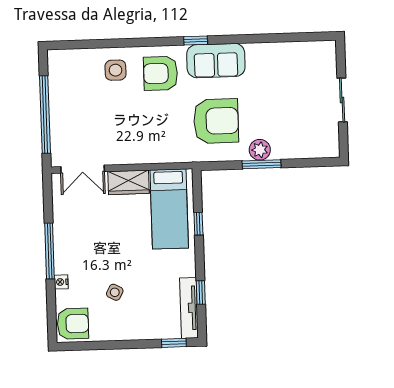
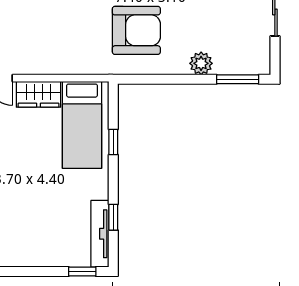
plant: (260, 150) -> (201, 63), moved
window: (262, 164) -> (238, 79), moved
side table: (115, 292) -> (19, 214), removed

